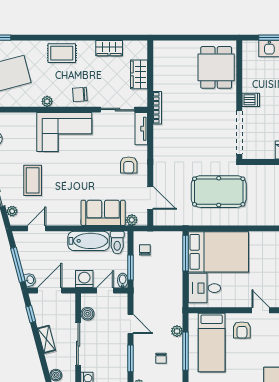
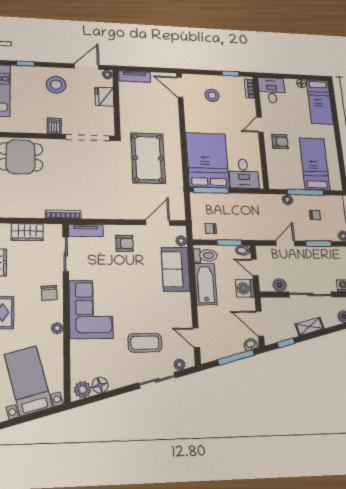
bed: (212, 342) -> (315, 164), moved, turned -90

